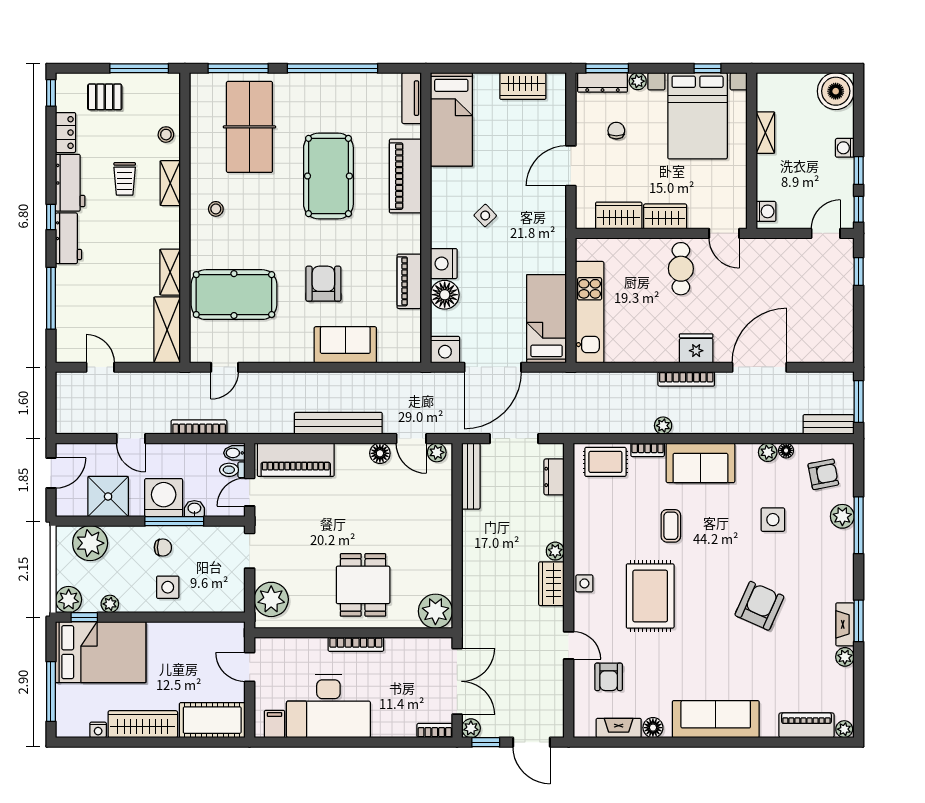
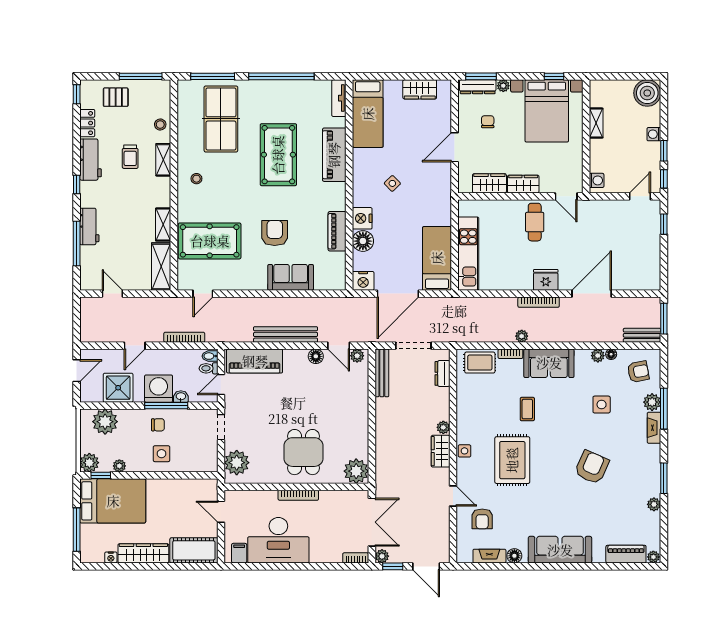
workbench: (69, 238) -> (89, 226), moved
door: (131, 439) -> (135, 346), hinge flipped
fireplace: (845, 624) -> (654, 428), moved

